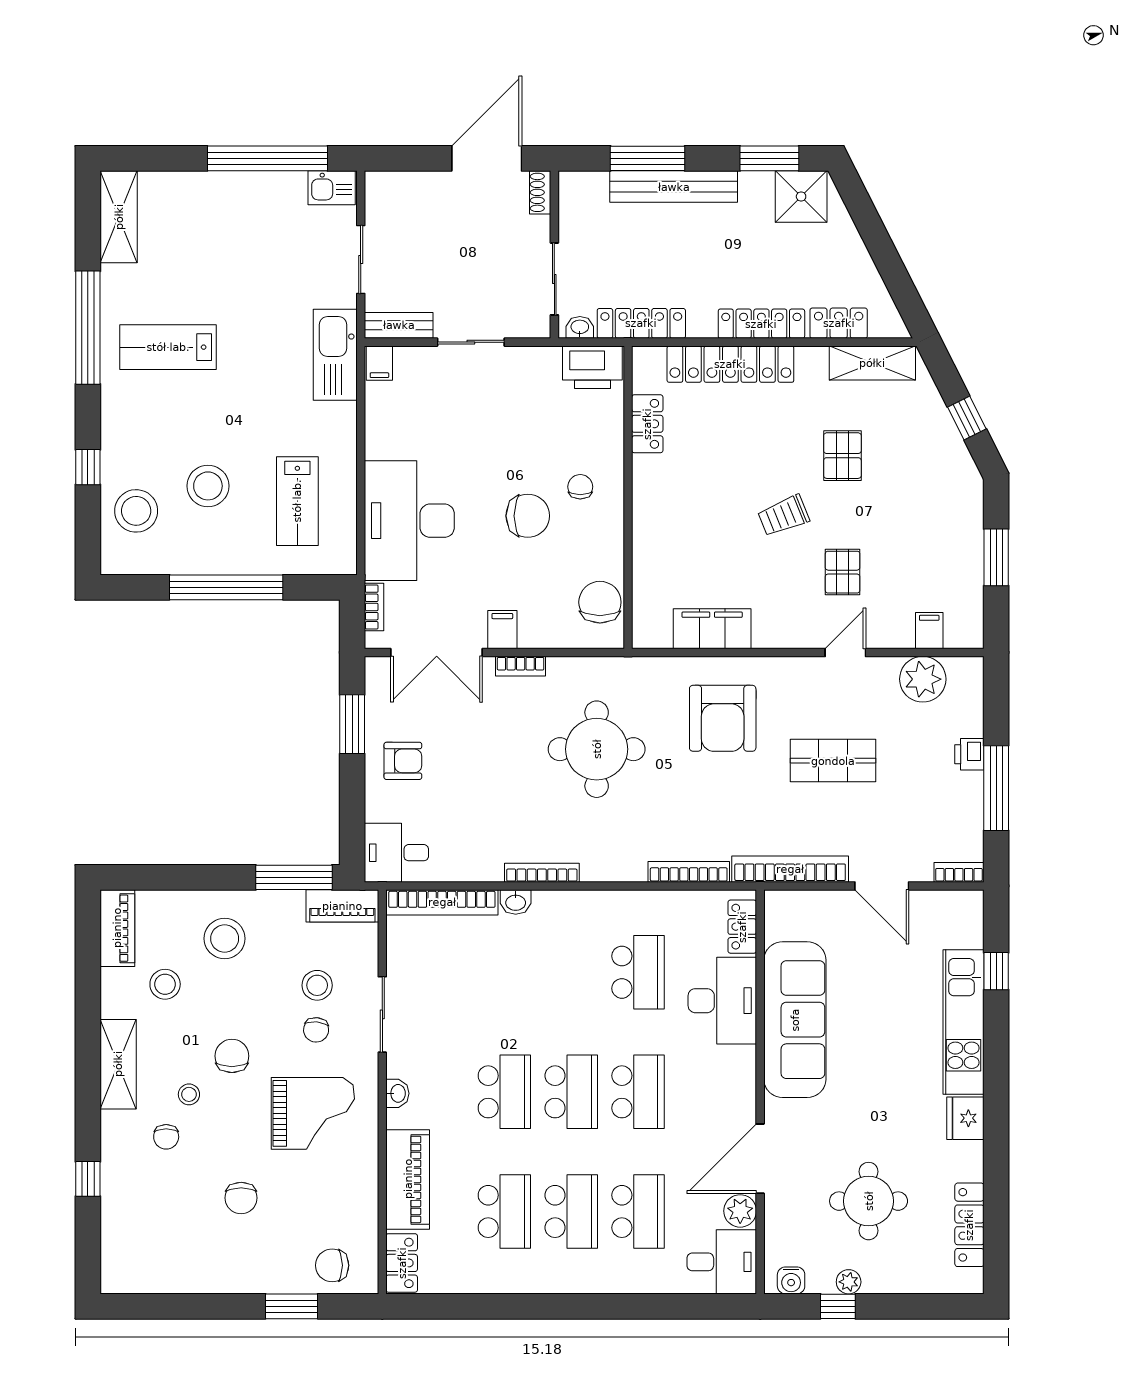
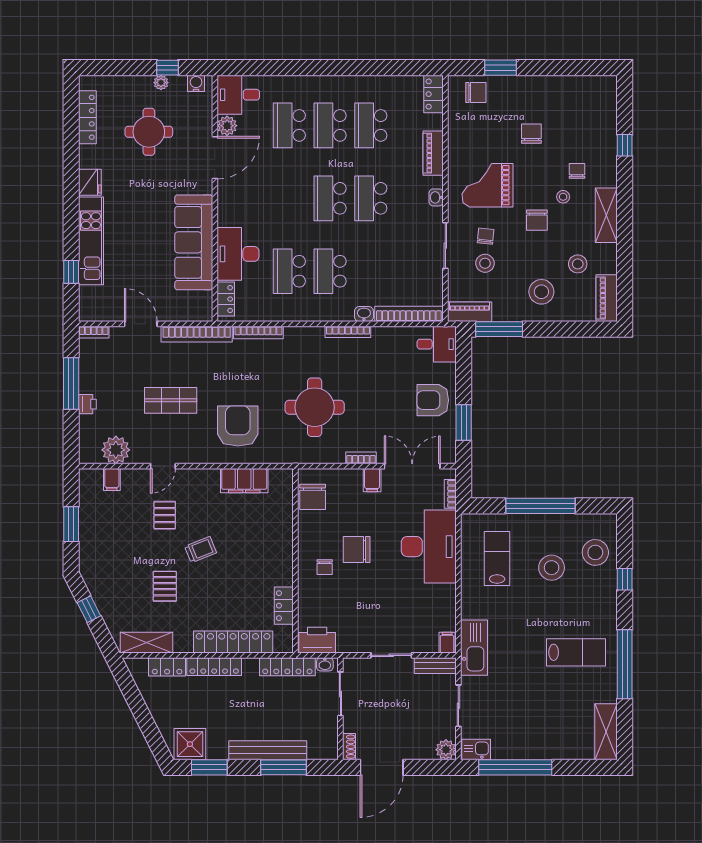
plant: (381, 187) -> (446, 750), added
armchair: (403, 761) -> (433, 400), width x1.38, depth x1.38
school desk: (638, 1092) -> (330, 271), moved
piano: (408, 1179) -> (433, 153), width x0.73, depth x0.75

